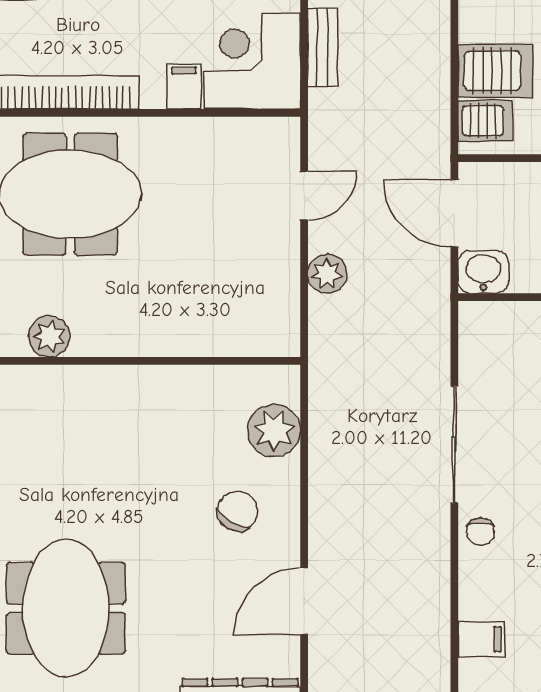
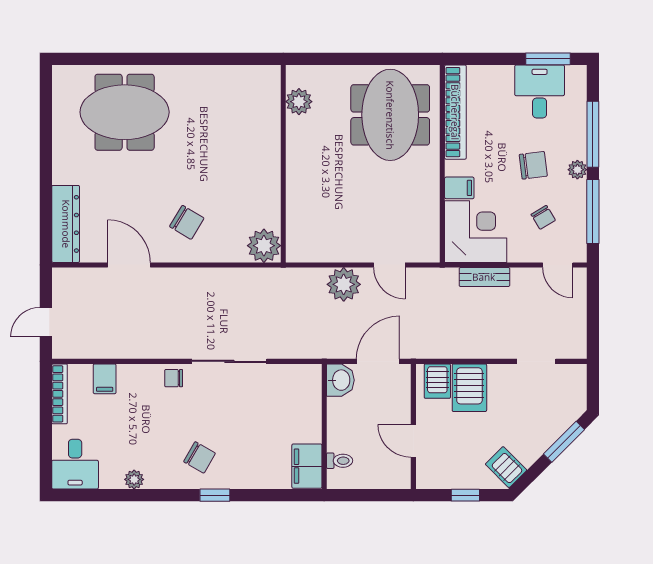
plant: (327, 274) -> (344, 284), width x1.36, depth x1.36
plant: (274, 431) -> (264, 246), moved

